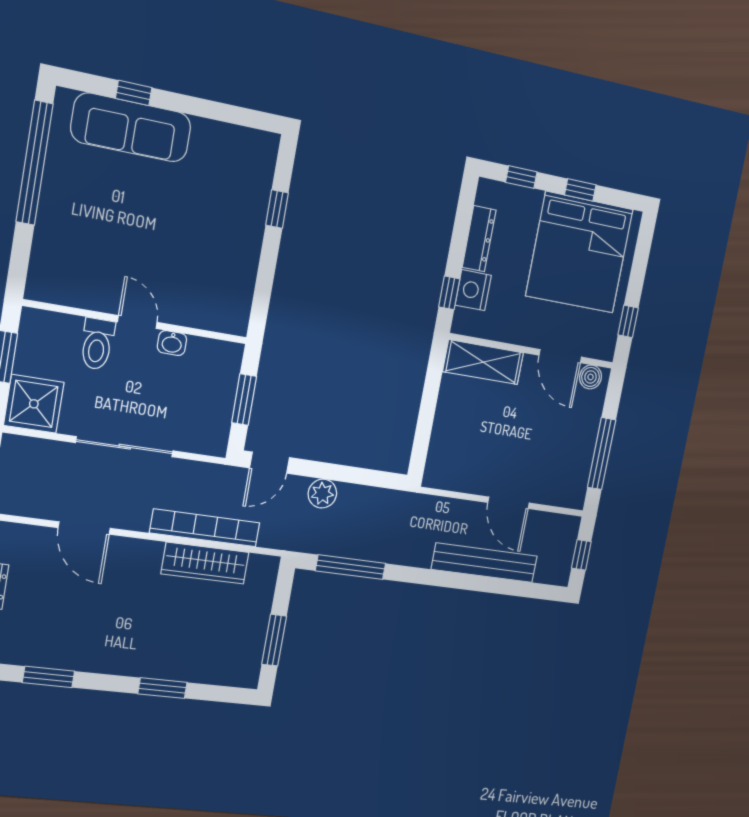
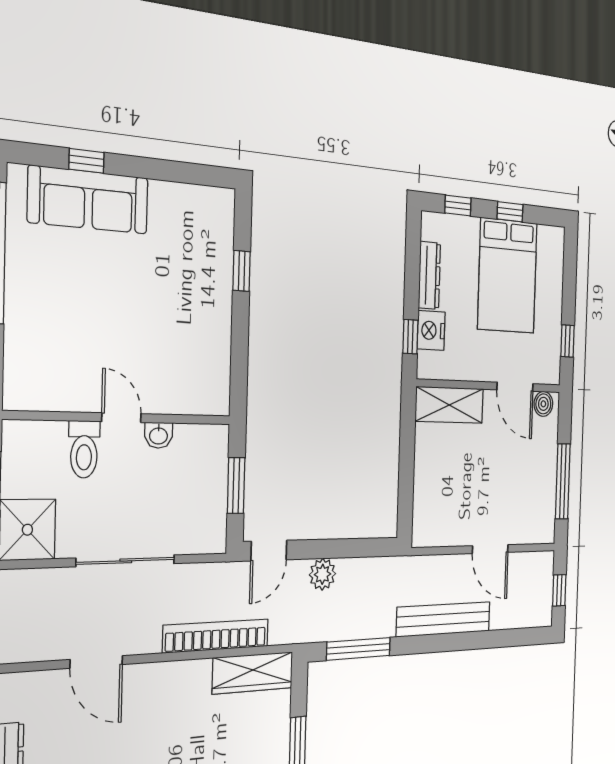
bed: (579, 253) -> (507, 276), width x0.73
wardrobe: (205, 563) -> (253, 673), moved
bench: (485, 563) -> (444, 619), moved

